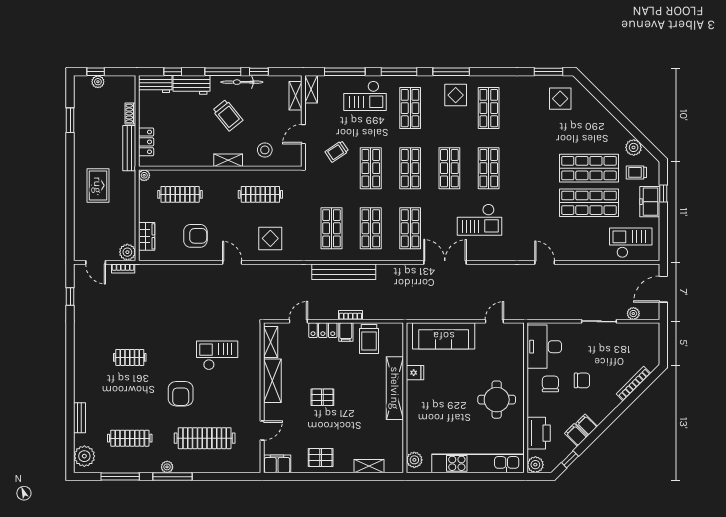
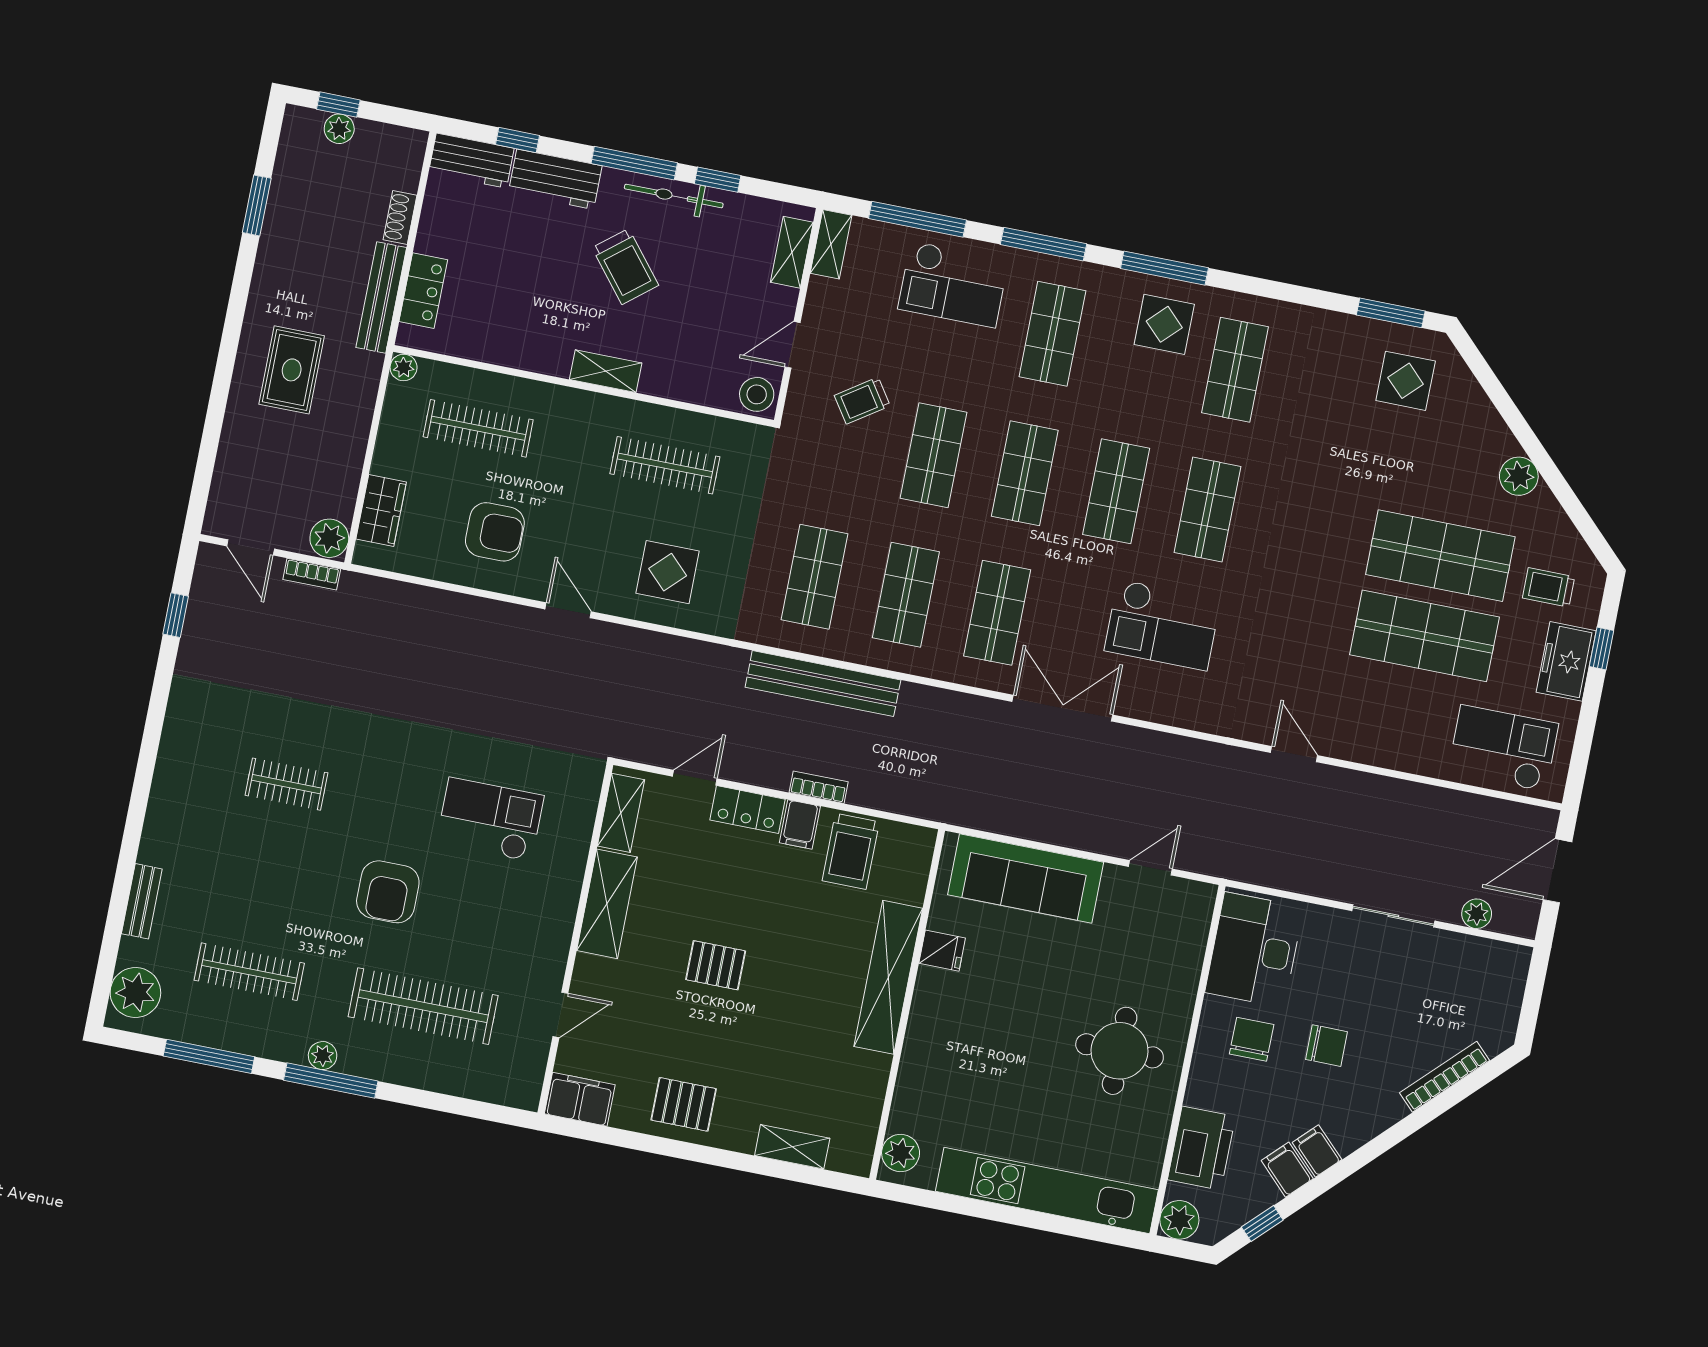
plant: (634, 147) -> (1519, 476), moved
stool: (265, 150) -> (757, 394), moved

